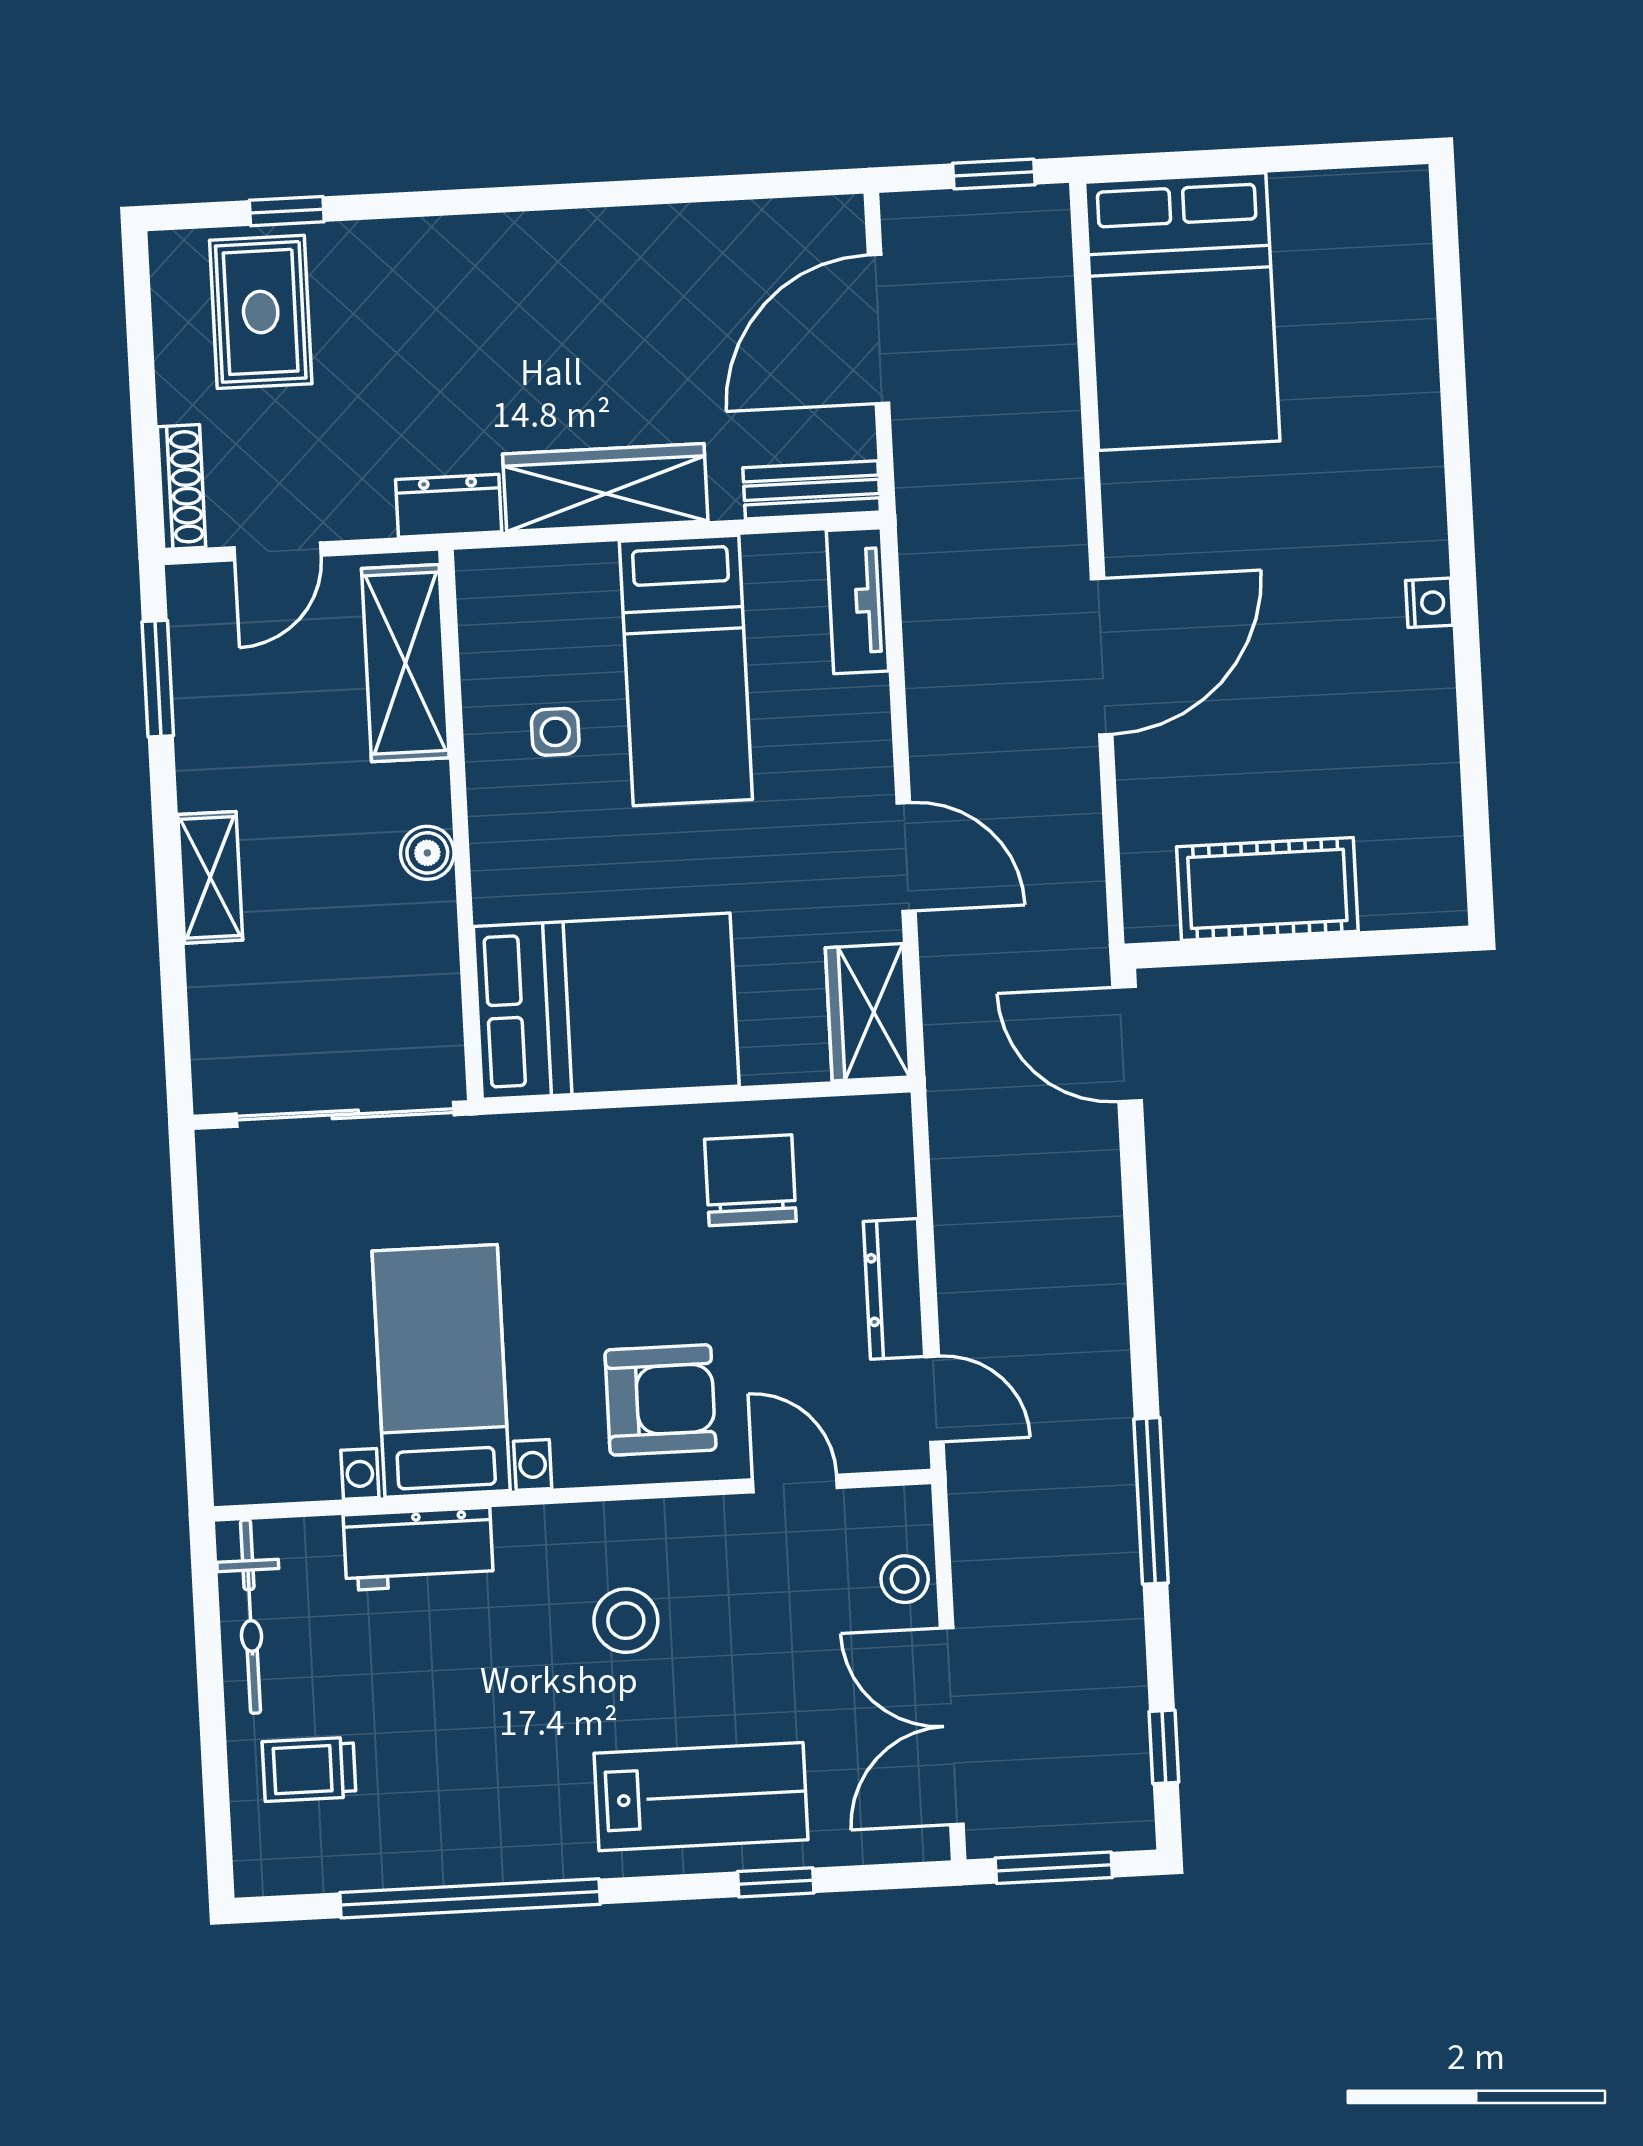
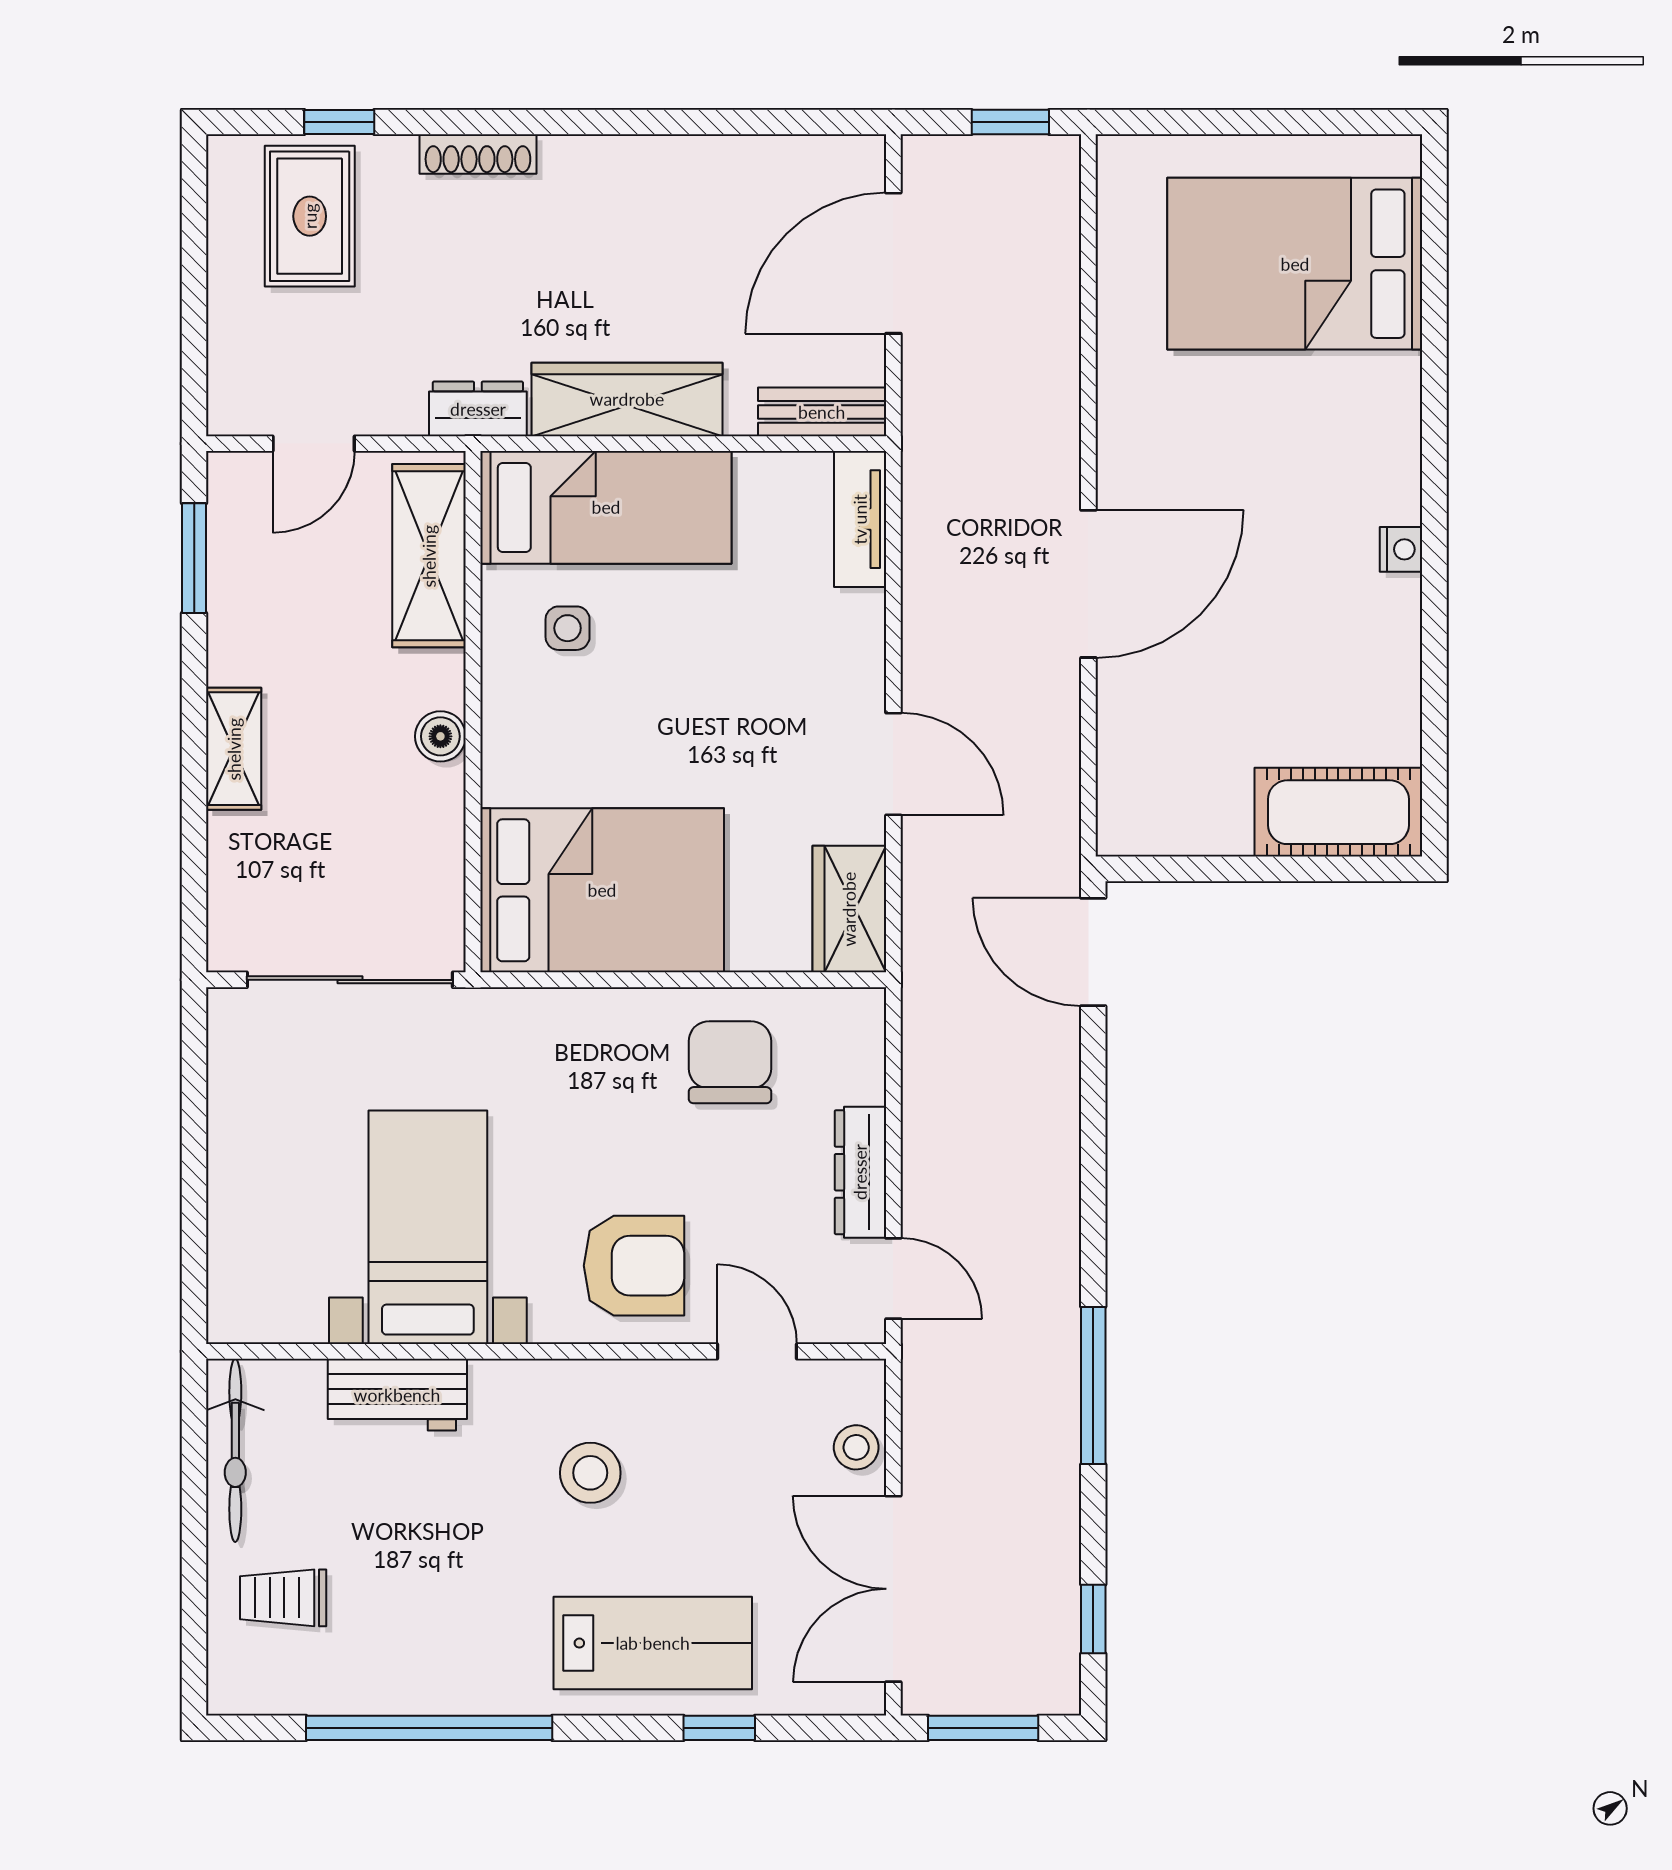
bed: (1182, 312) -> (1295, 264), moved, turned 90
shoe rack: (182, 487) -> (478, 154), moved, turned 90
bed: (686, 670) -> (606, 507), moved, turned -90
cot: (1267, 889) -> (1338, 812), moved

